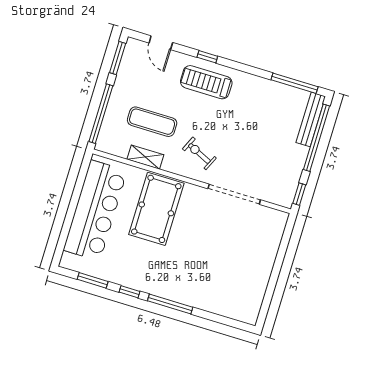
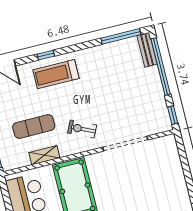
bench: (311, 119) -> (147, 50), width x0.73

